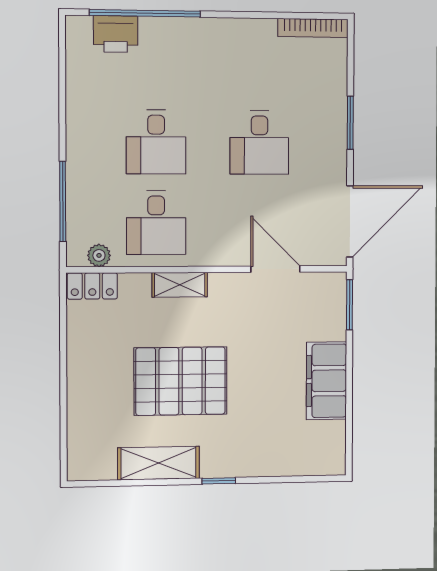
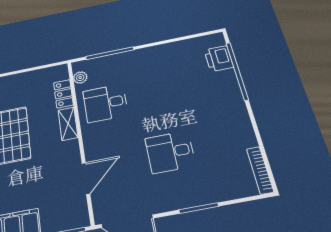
desk: (156, 142) -> (157, 93), removed
locker: (92, 286) -> (63, 94), moved

